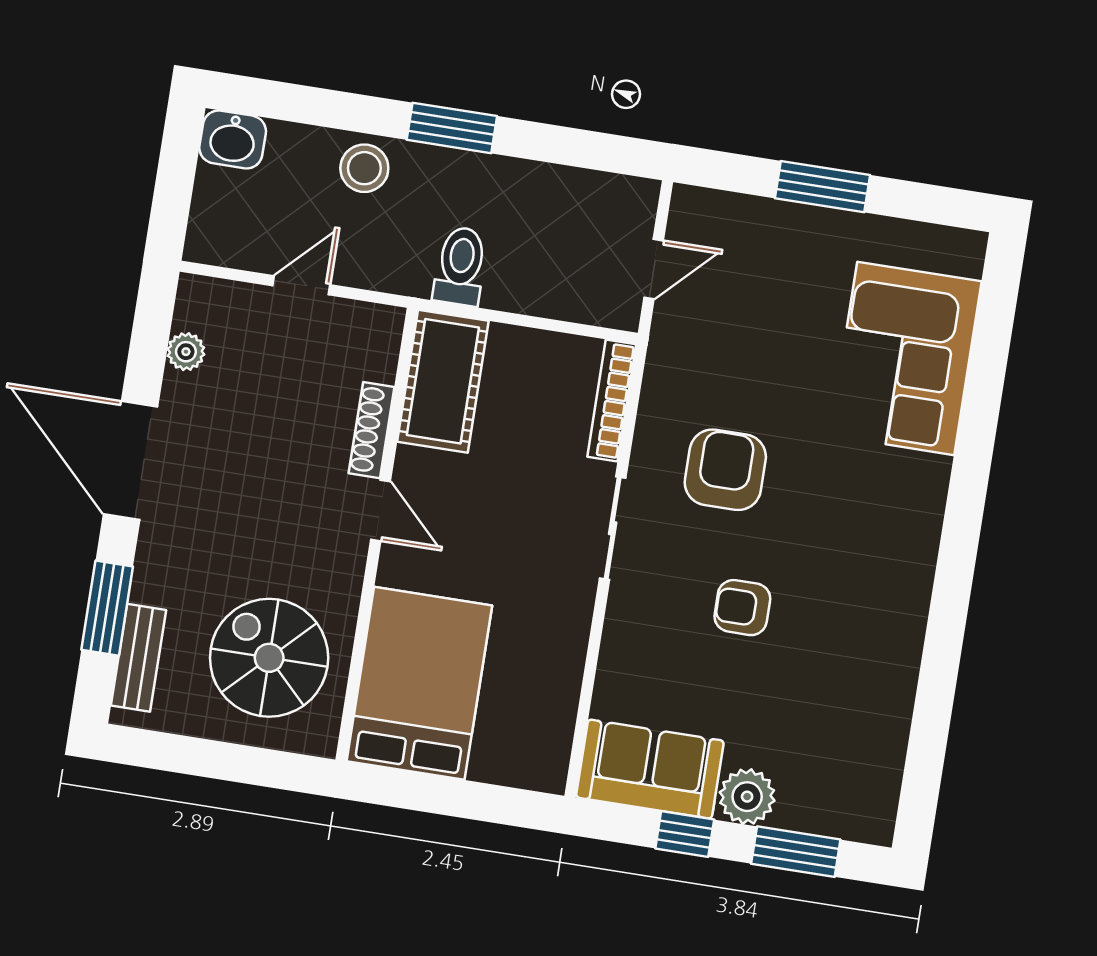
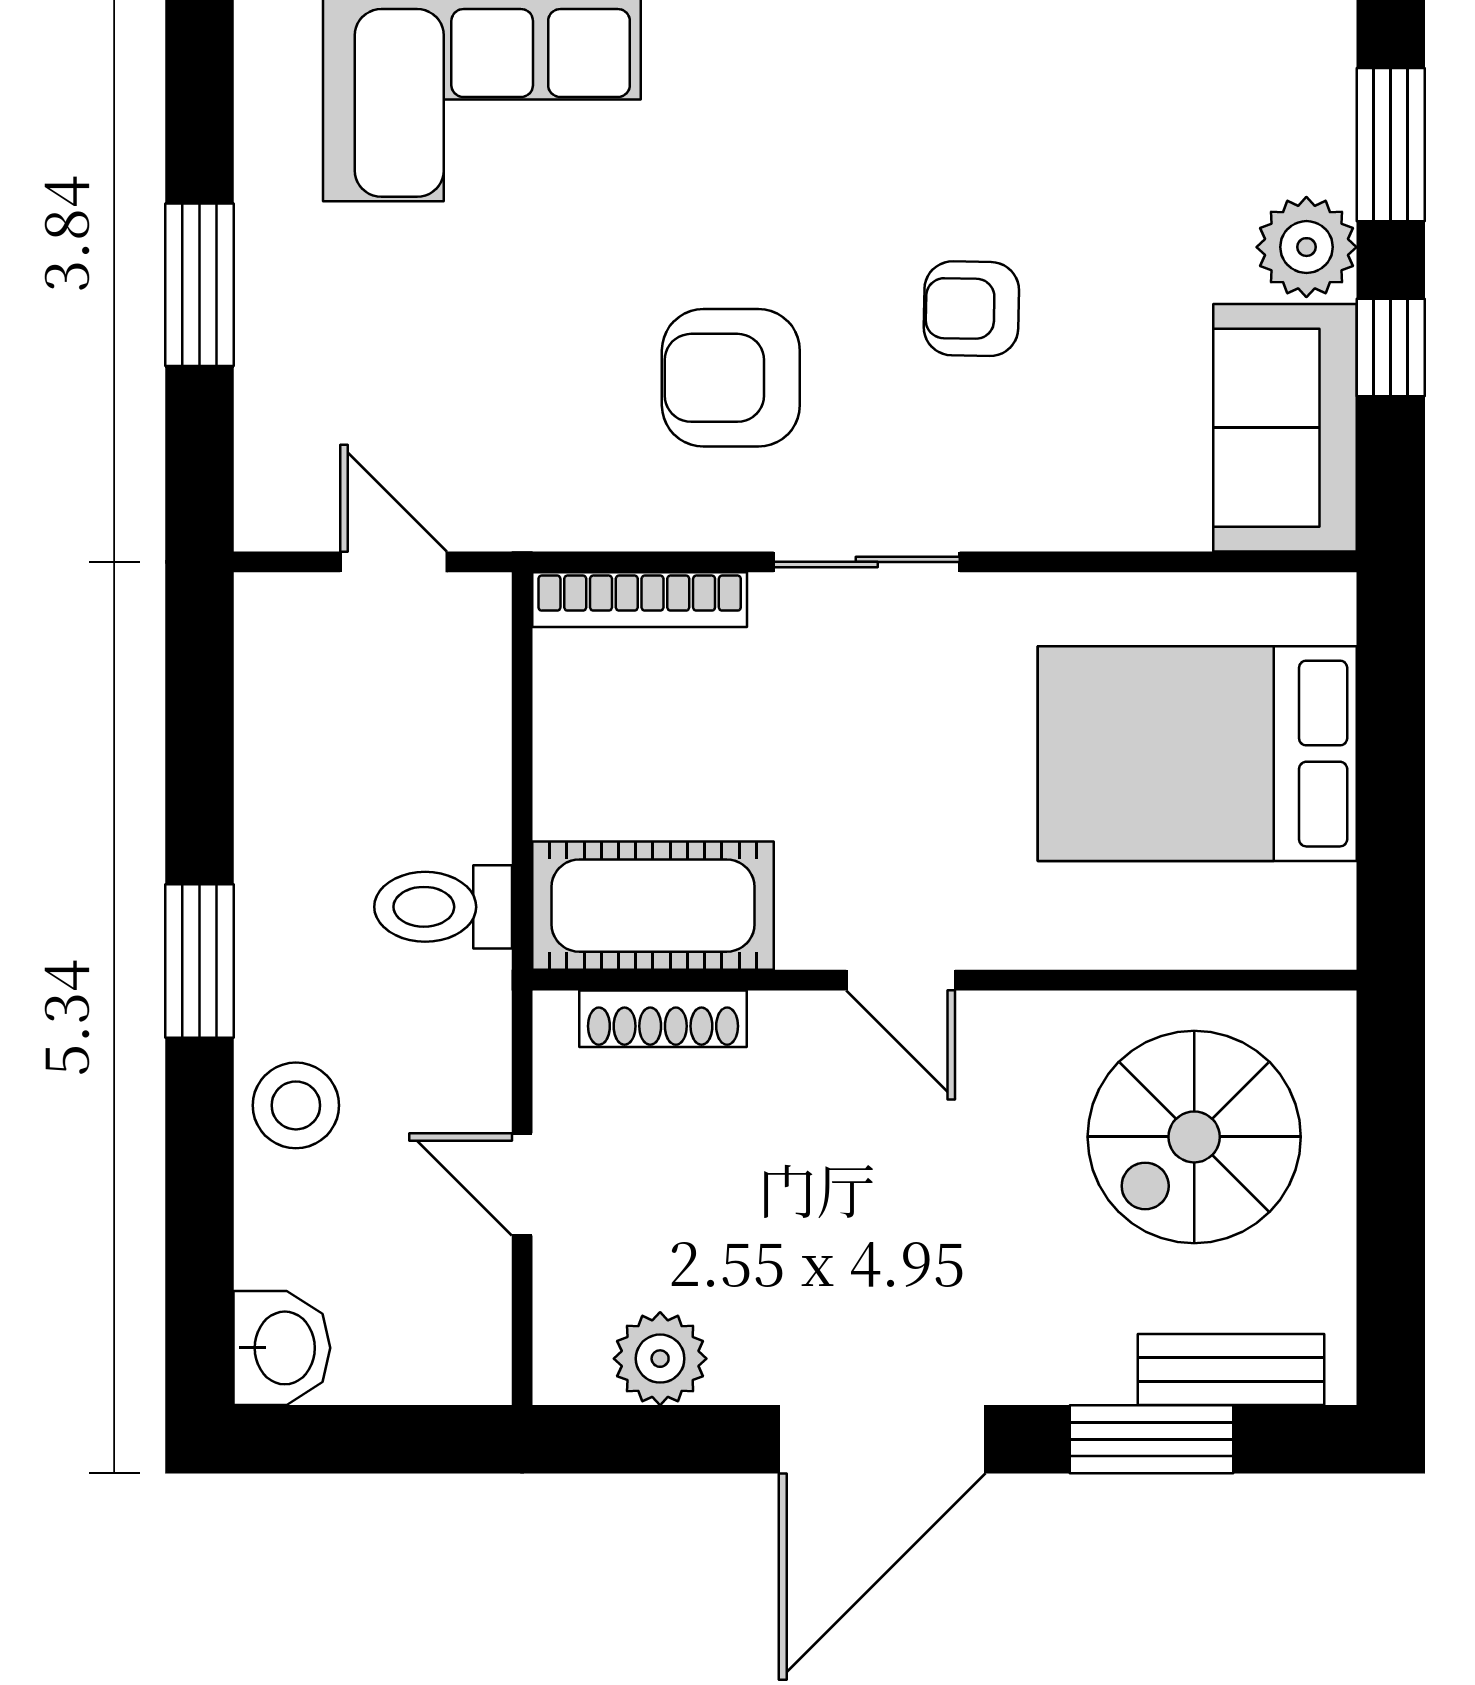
plant: (186, 352) -> (660, 1359), width x1.38, depth x1.38
shoe rack: (372, 430) -> (663, 1019), moved
door: (381, 510) -> (901, 980), swing flipped
armchair: (742, 608) -> (971, 309), turned 91
bed: (419, 683) -> (1197, 754), moved

